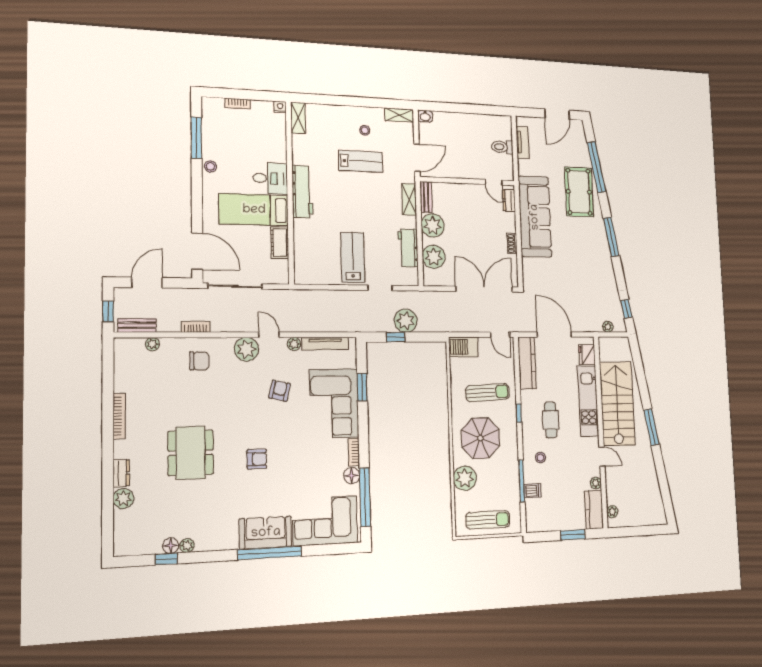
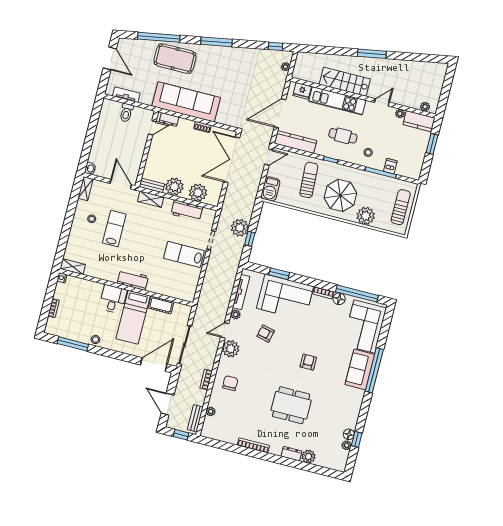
workbench: (302, 192) -> (133, 280), width x0.73
stairs: (617, 404) -> (345, 82), width x0.73, depth x0.66
plant: (187, 545) -> (347, 445), moved

